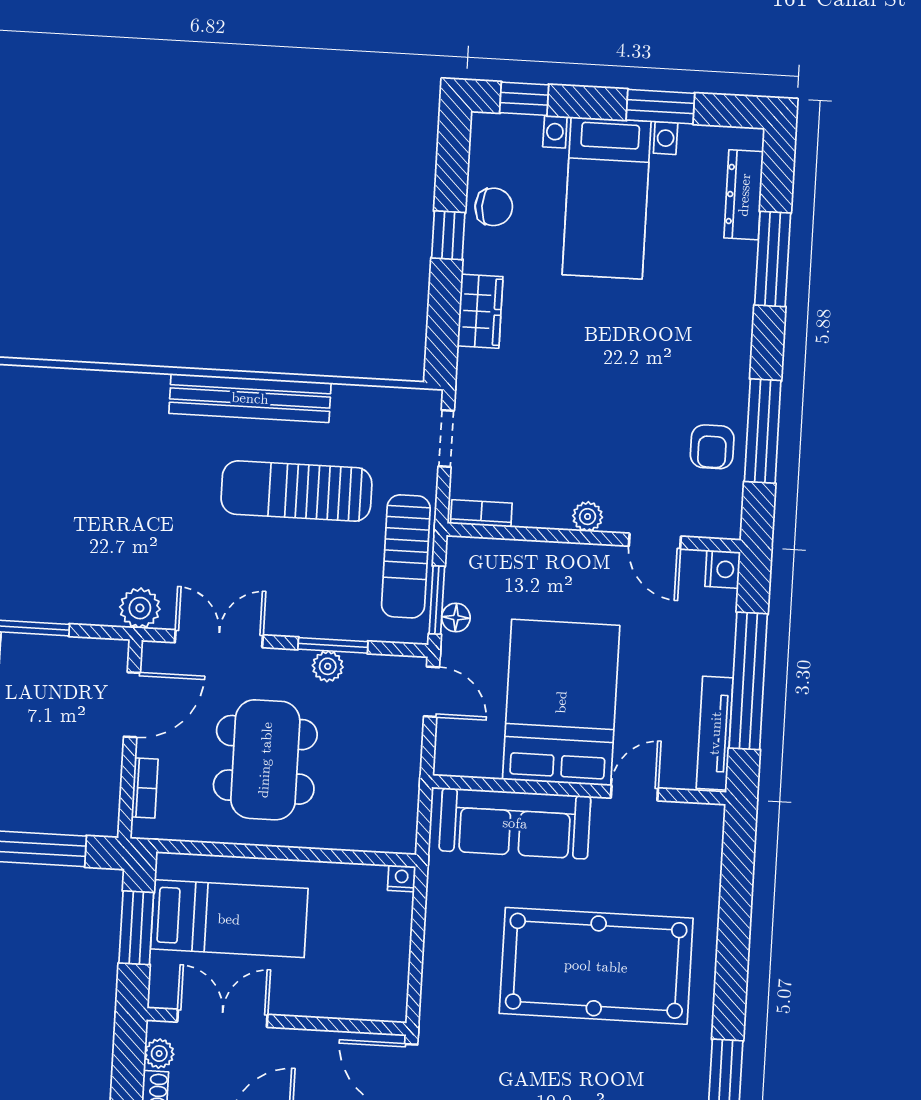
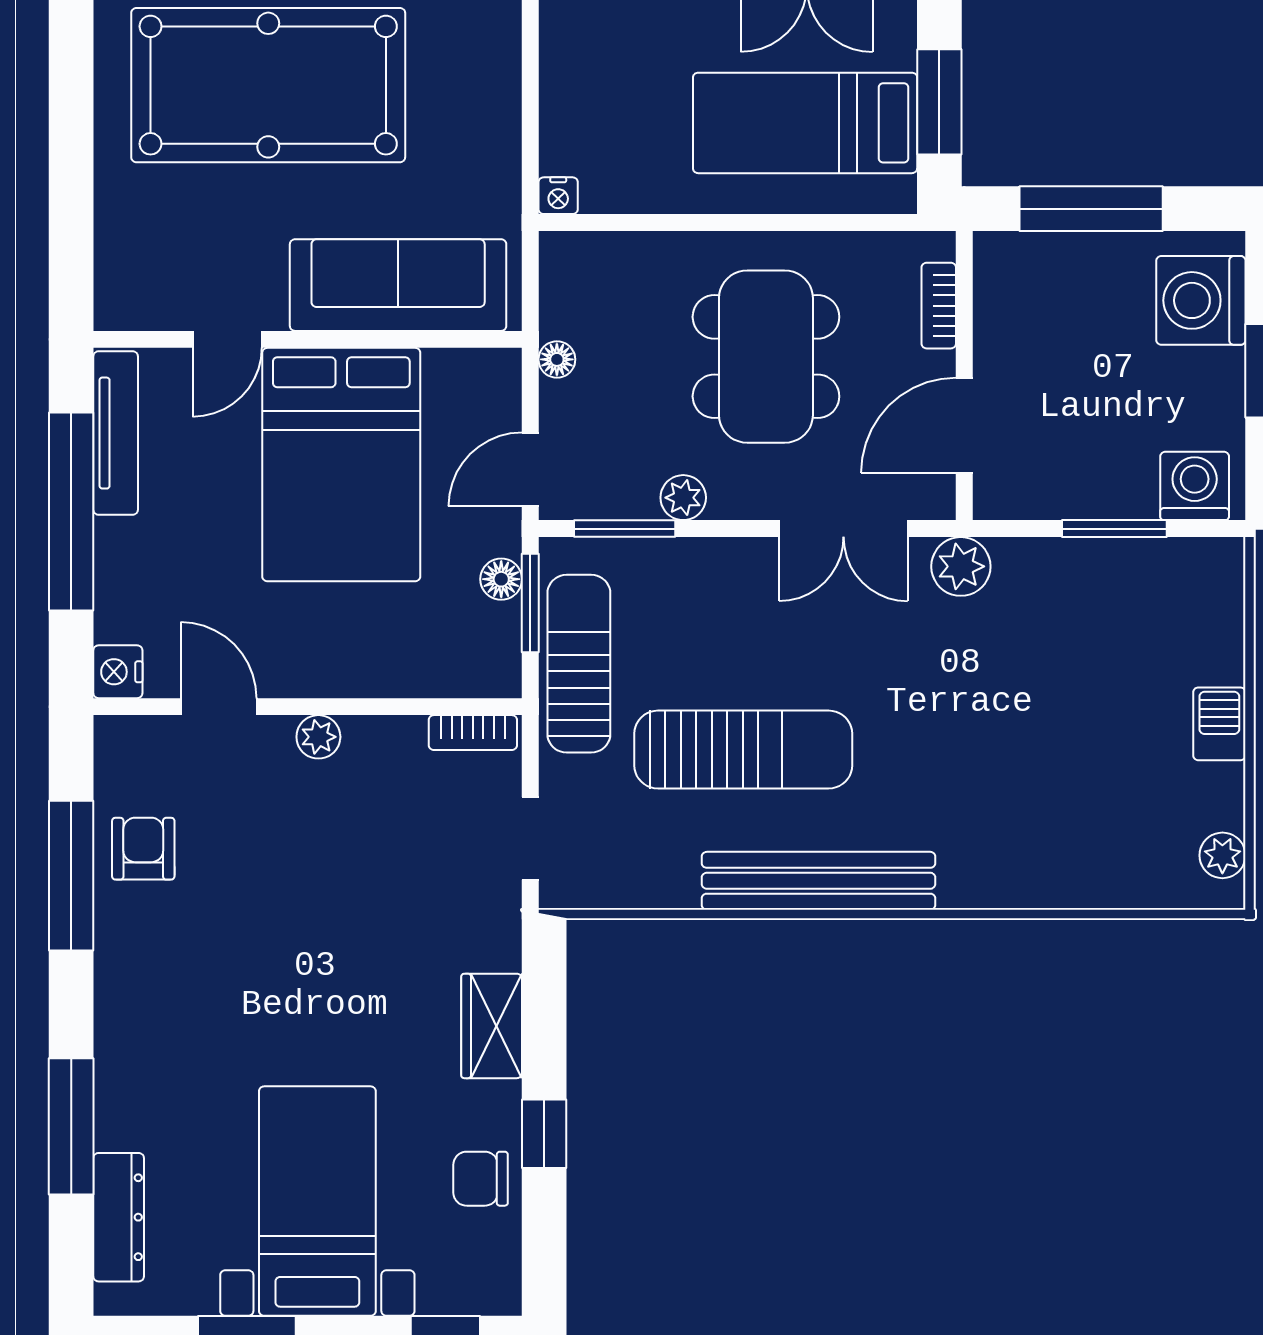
window: (333, 645) -> (625, 529), moved
door: (432, 692) -> (530, 469), hinge flipped
floor lamp: (409, 766) -> (557, 359), added

